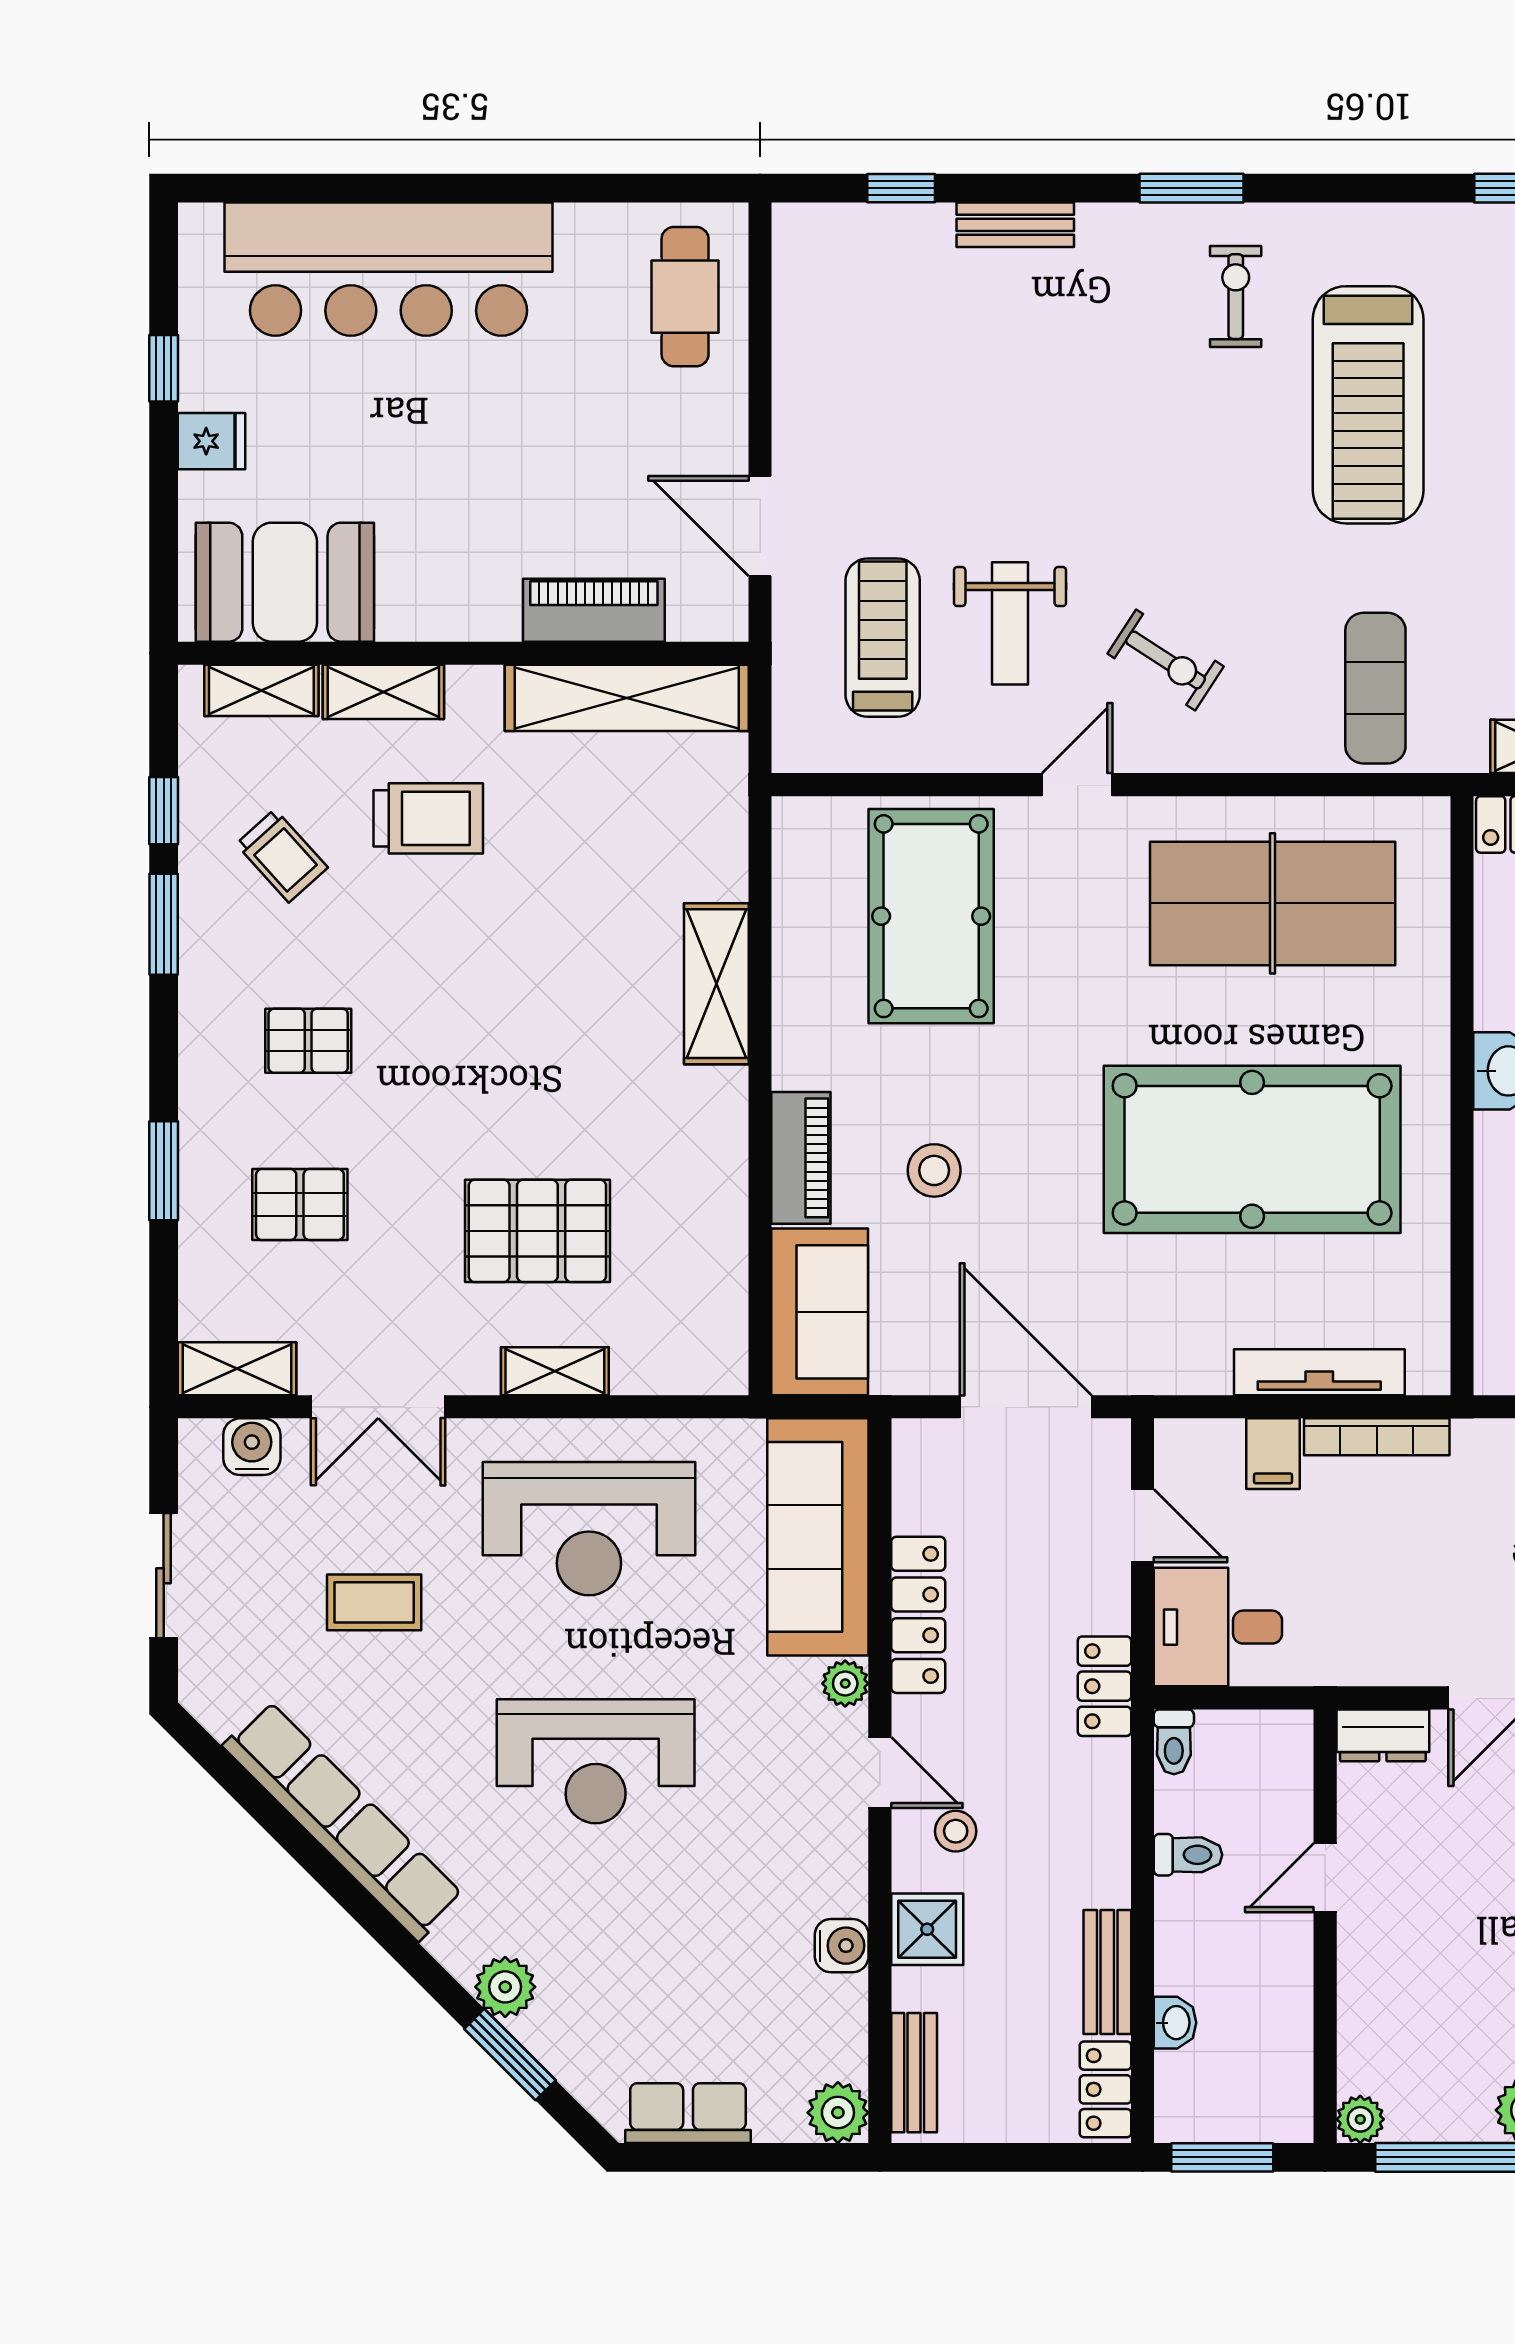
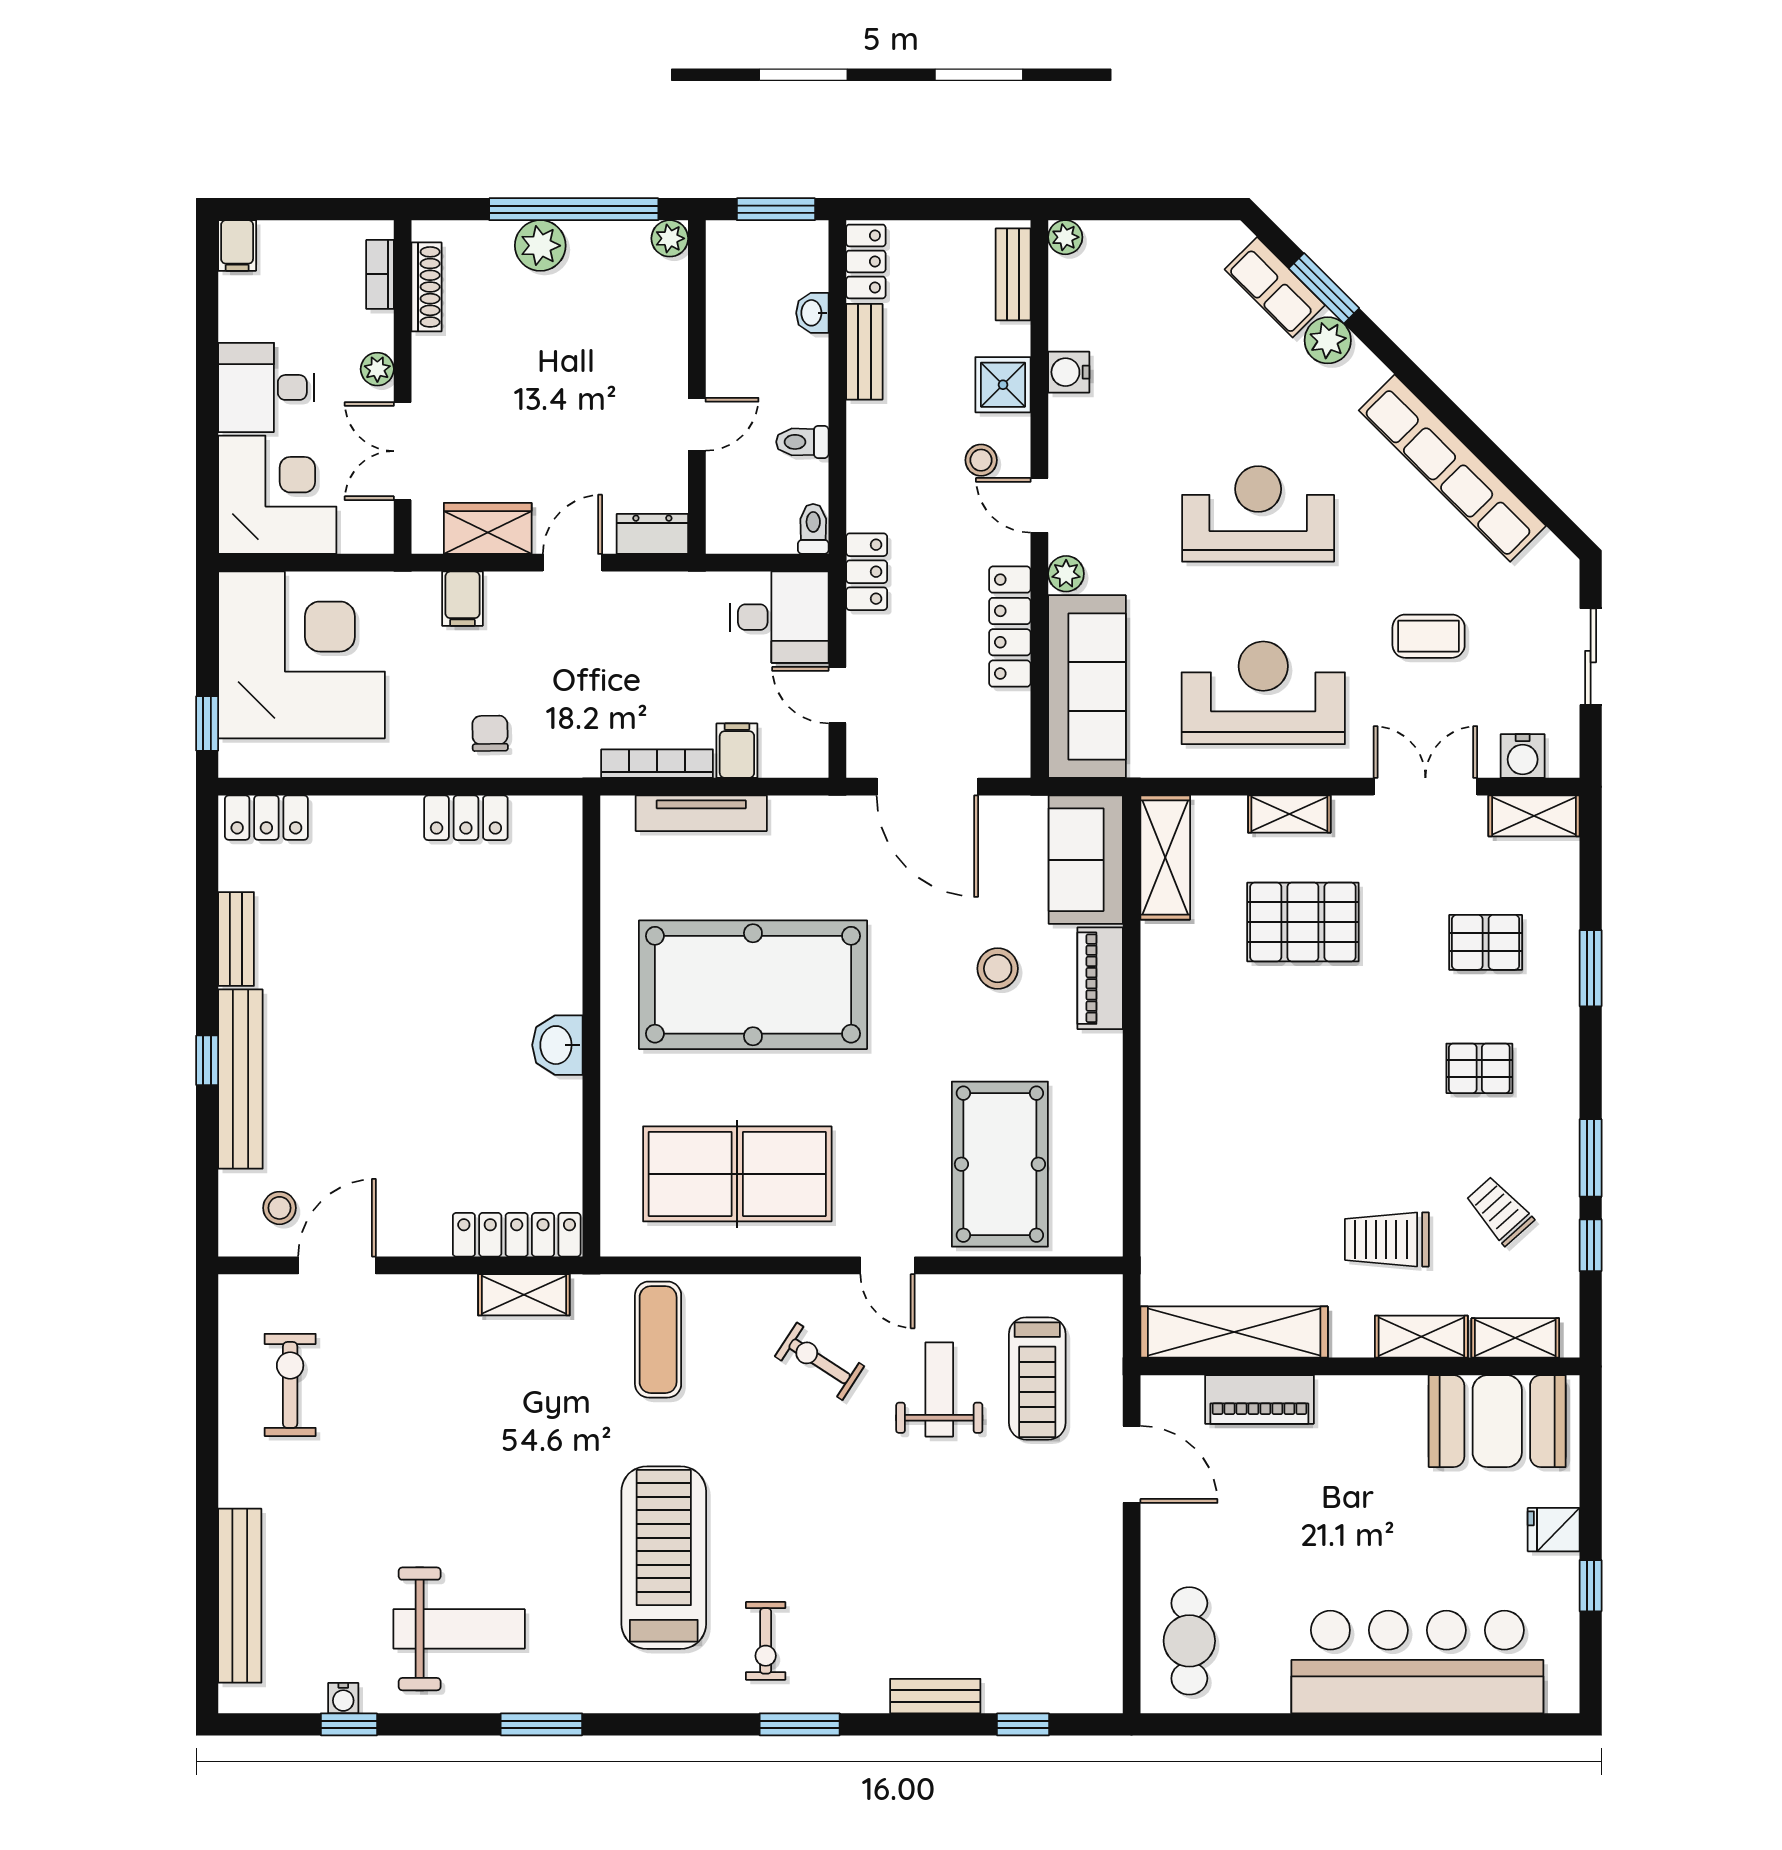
door: (1077, 785) -> (887, 1265), hinge flipped
shelving: (716, 984) -> (1165, 858), moved
row of seats: (688, 2113) -> (1275, 287), moved, turned 45
plant: (838, 2113) -> (1065, 237), width x0.73, depth x0.73

